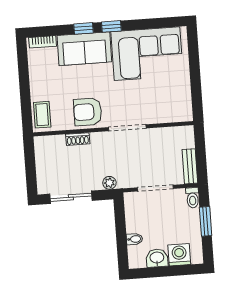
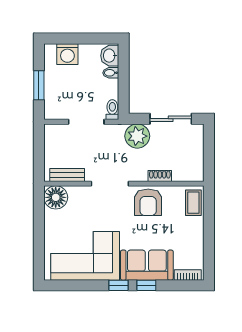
floor lamp: (181, 110) -> (56, 197), added
armchair: (88, 112) -> (148, 202), turned 90
bench: (190, 166) -> (67, 175), moved, turned 90
plant: (109, 183) -> (137, 136), width x1.87, depth x1.87
toilet: (193, 198) -> (112, 110), moved
washbasin: (157, 258) -> (110, 56), moved, turned 90

